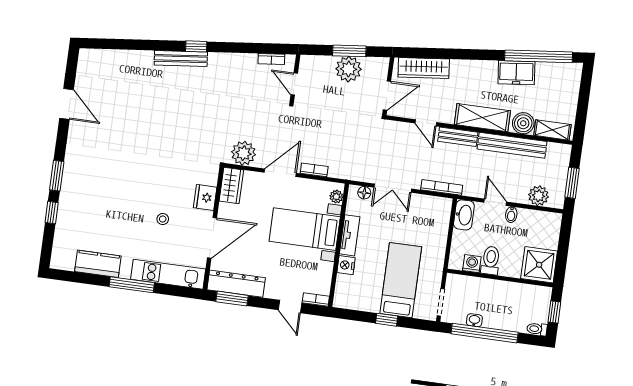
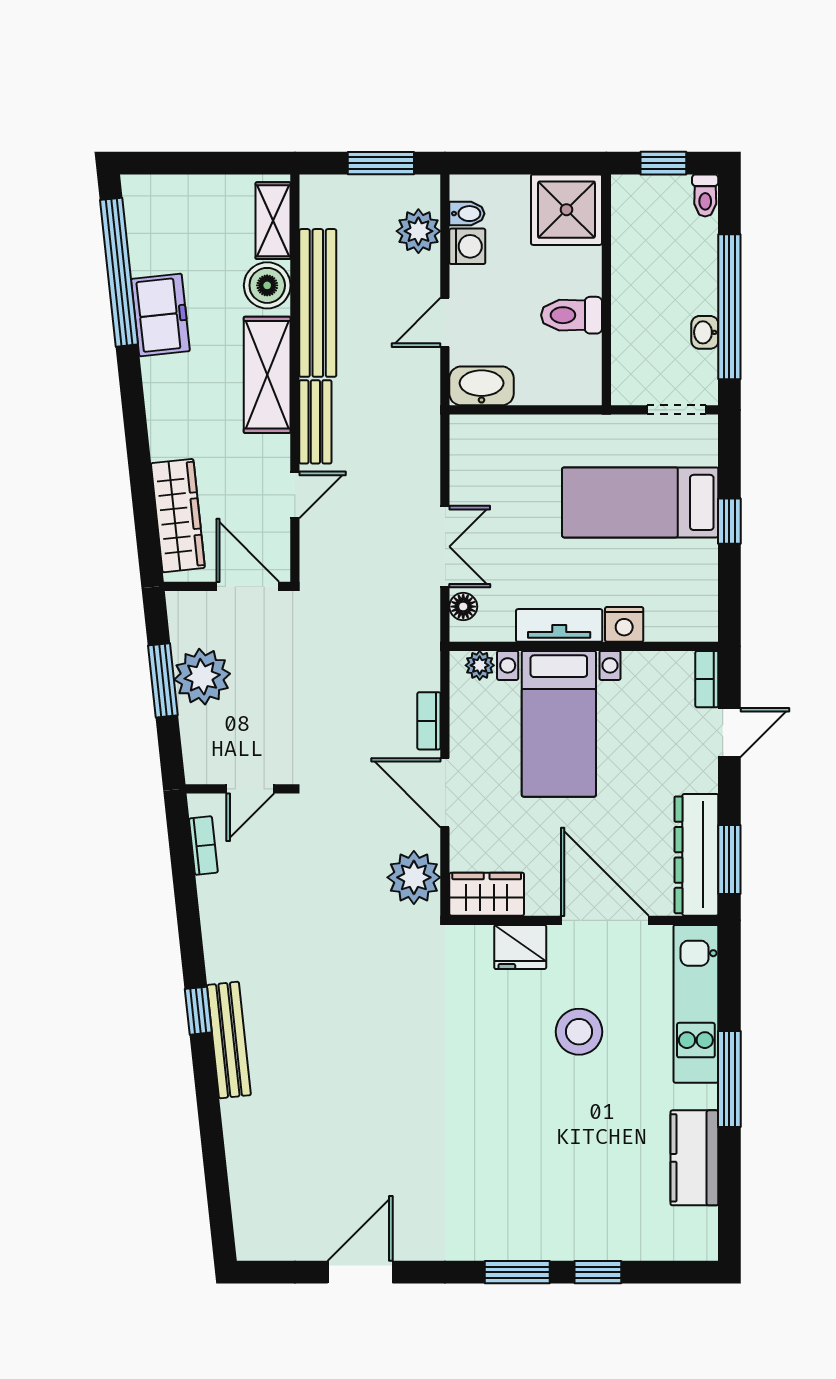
bookcase: (442, 187) -> (429, 442), removed
bidet: (511, 215) -> (467, 214), moved
stool: (163, 219) -> (579, 1032), width x1.89, depth x1.89
washing machine: (472, 264) -> (467, 246), moved, turned 180

